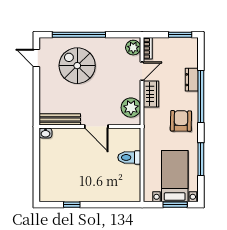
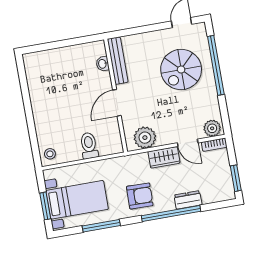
spiral stairs: (77, 66) -> (181, 69), turned 180
washbasin: (45, 133) -> (103, 64), moved
stool: (130, 193) -> (50, 154), added
window: (72, 205) -> (25, 91), removed

